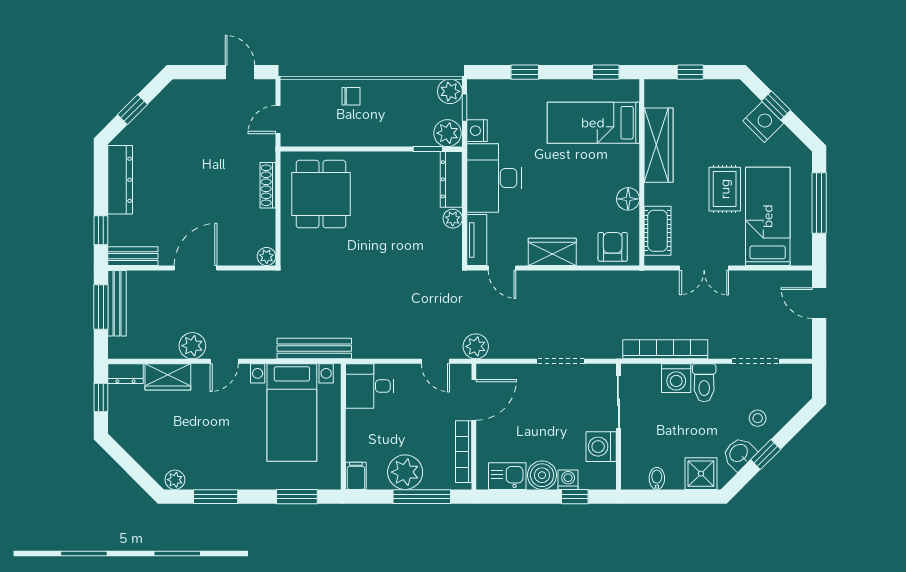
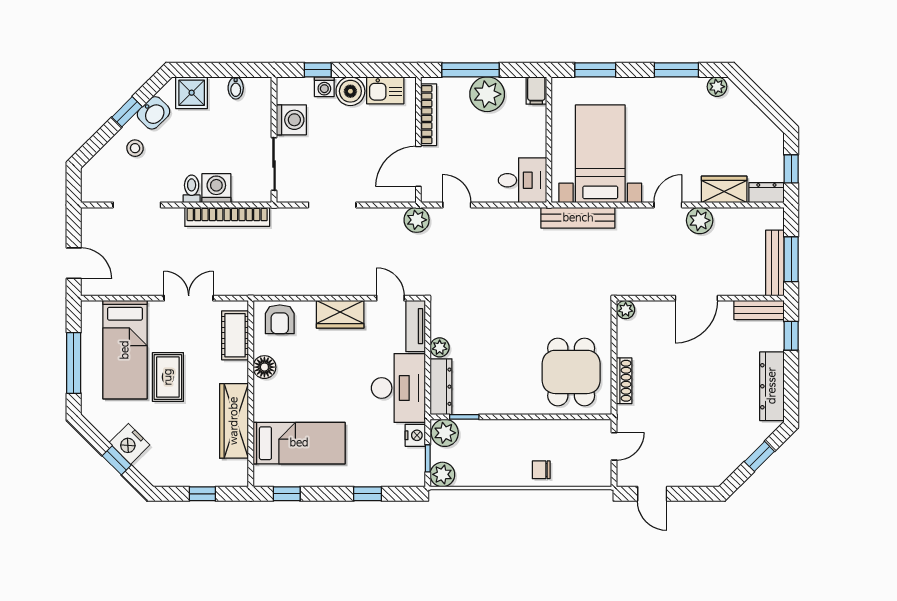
toilet: (704, 383) -> (192, 189), width x0.73, depth x0.72

